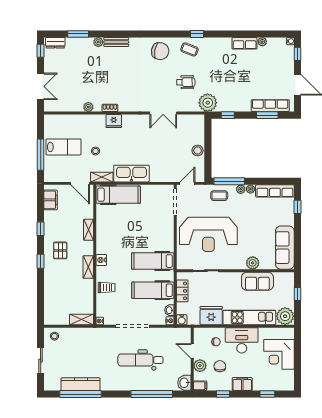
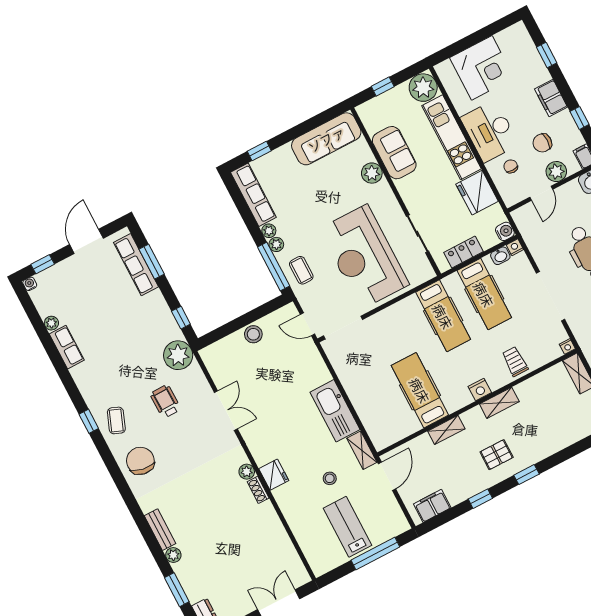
plant: (88, 107) -> (247, 472), moved
hospital bed: (118, 195) -> (420, 390), moved
reception desk: (208, 234) -> (364, 257), turned 180

